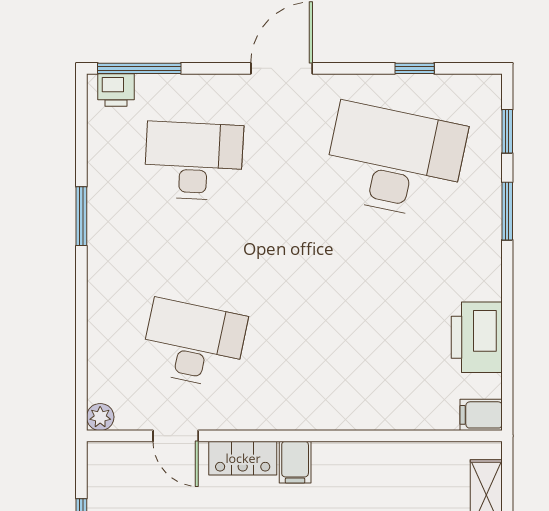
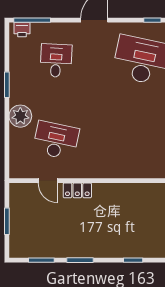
desk: (194, 161) -> (56, 61), width x0.73
plant: (100, 417) -> (20, 116), moved, width x1.88, depth x1.88
filing cabinet: (295, 462) -> (100, 192), removed

